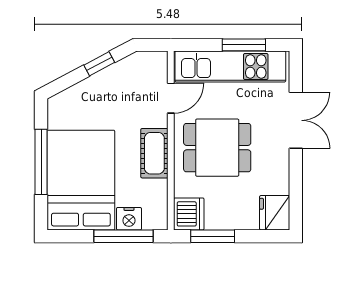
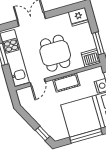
window: (99, 64) -> (42, 133), moved
door: (171, 98) -> (38, 82), swing flipped

